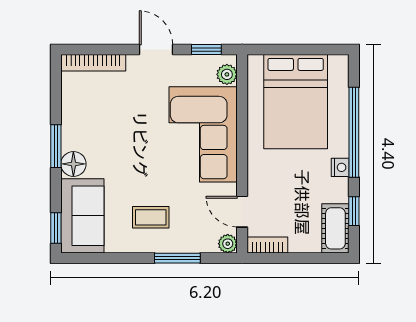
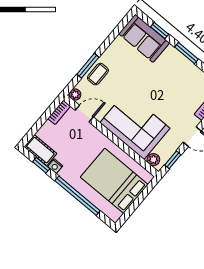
floor lamp: (73, 164) -> (171, 54), removed
nightstand: (340, 167) -> (55, 166), moved
coffee table: (151, 217) -> (98, 74), moved
window: (56, 228) -> (160, 31), moved

